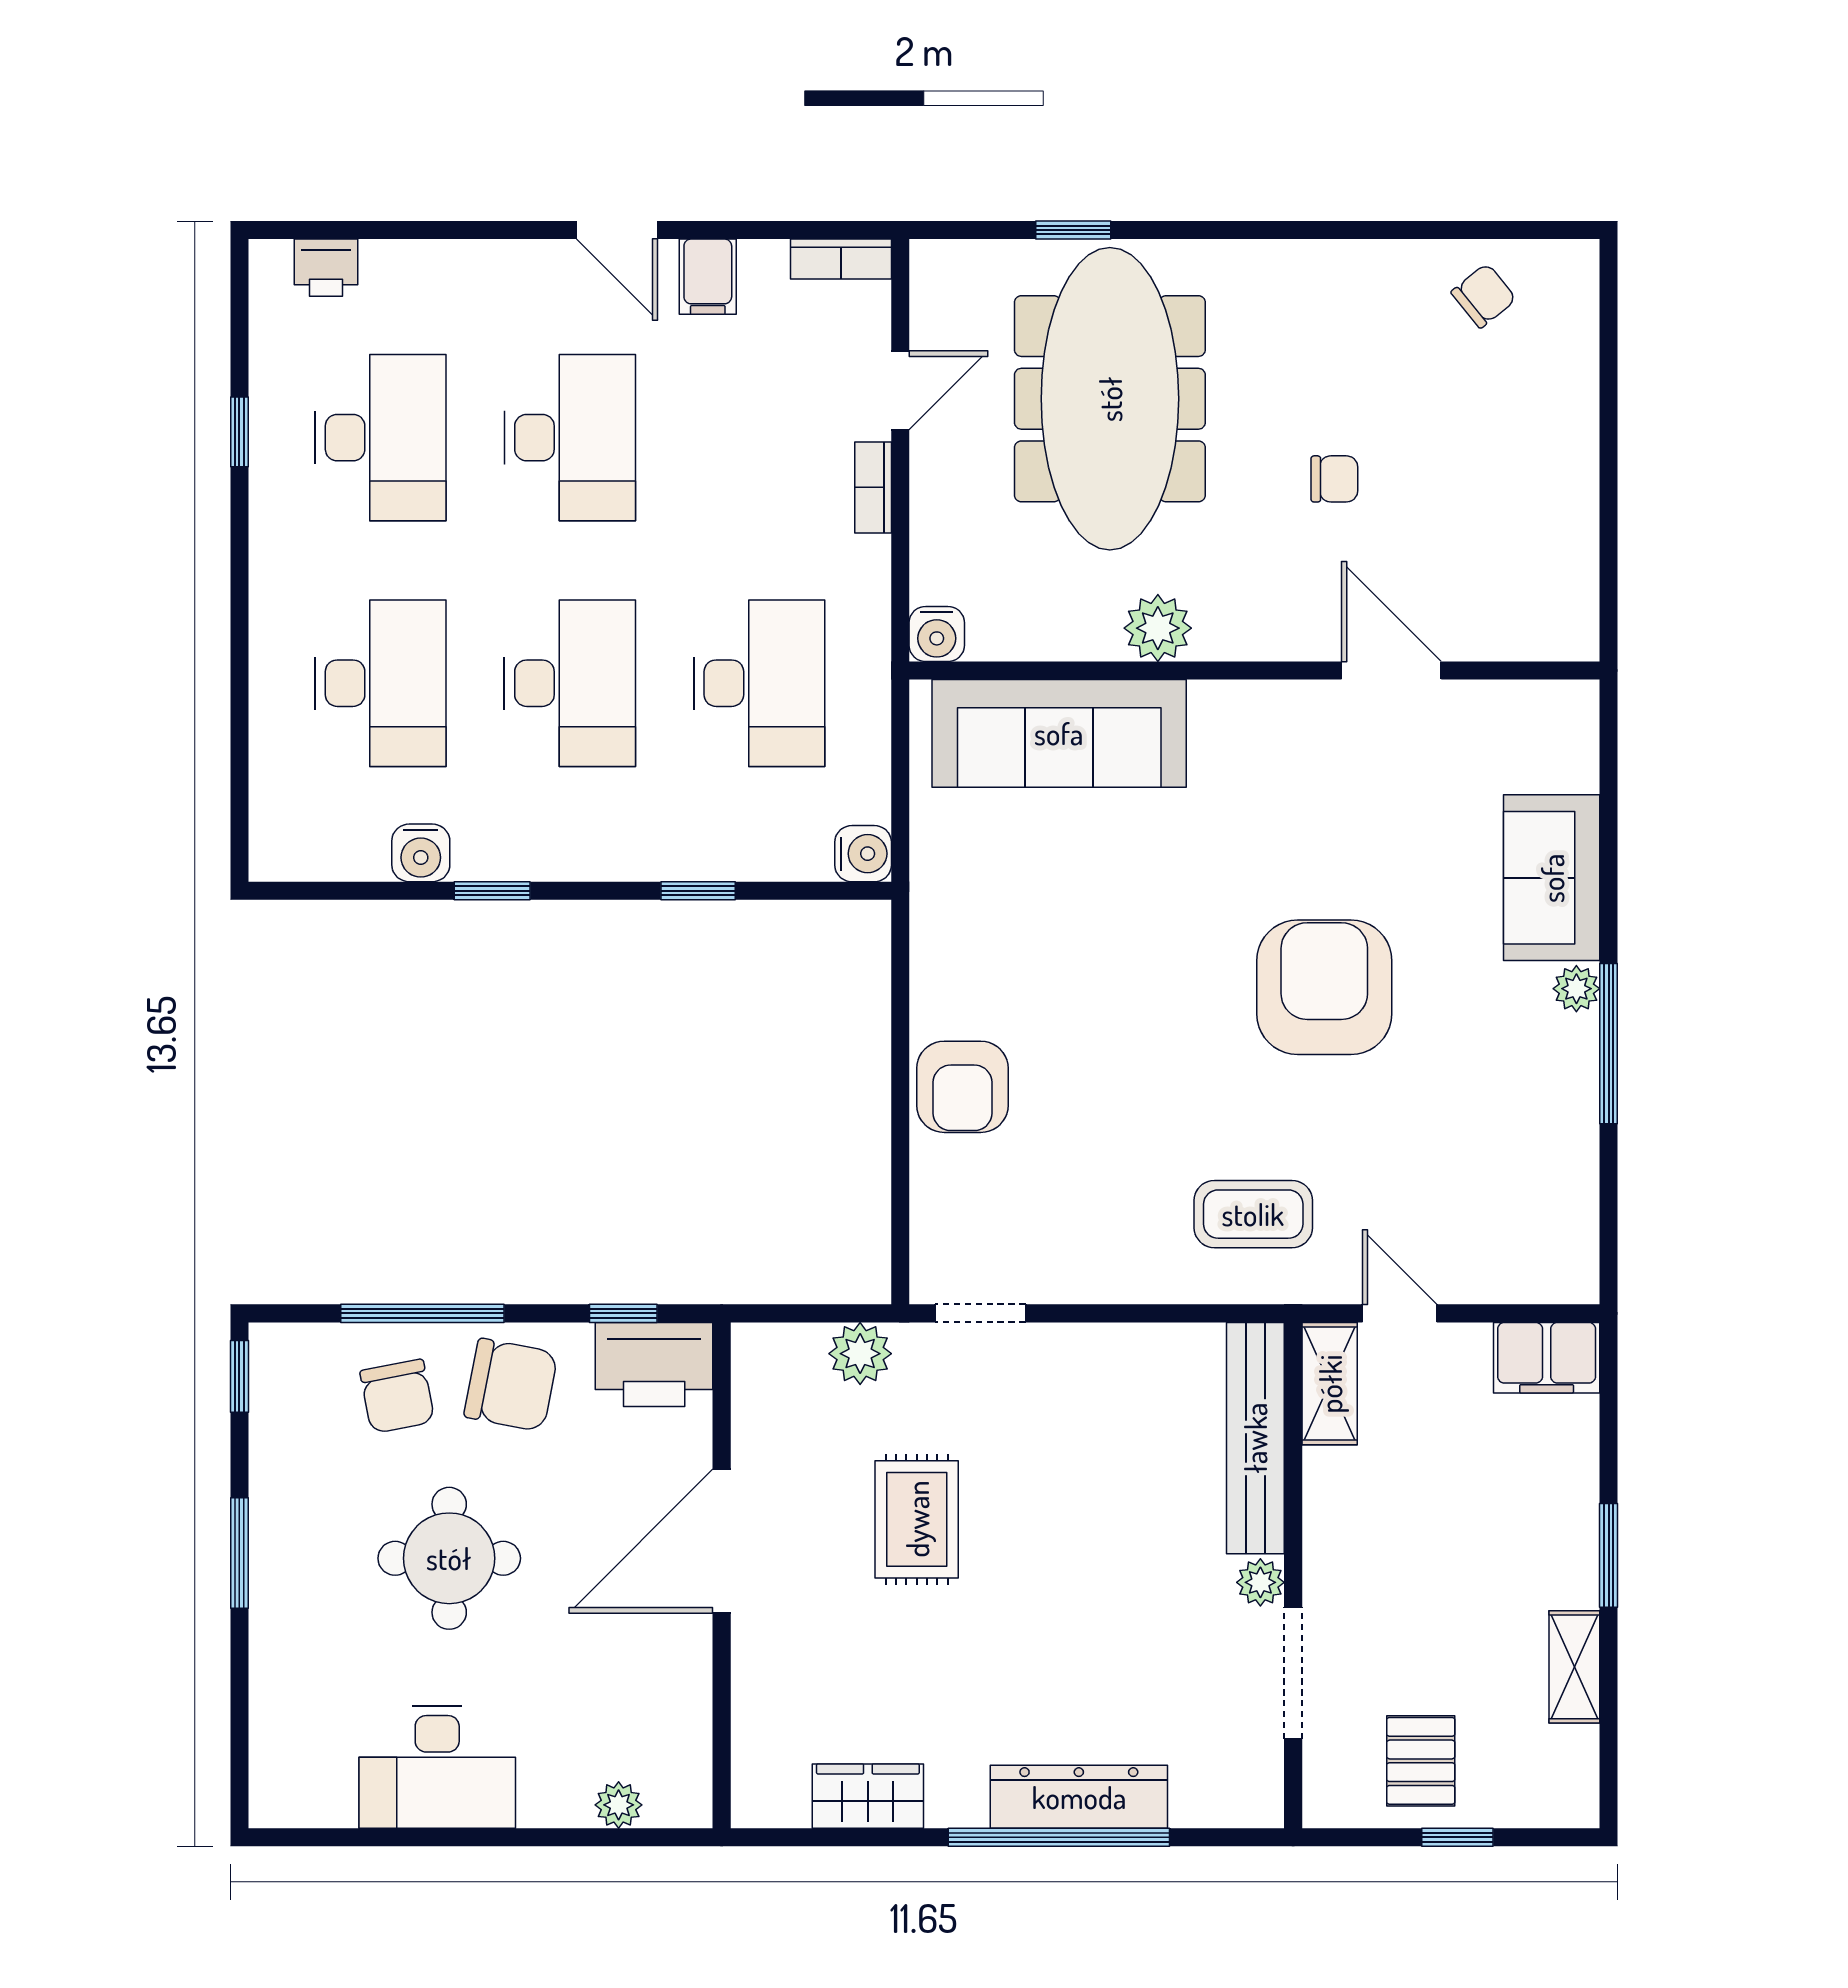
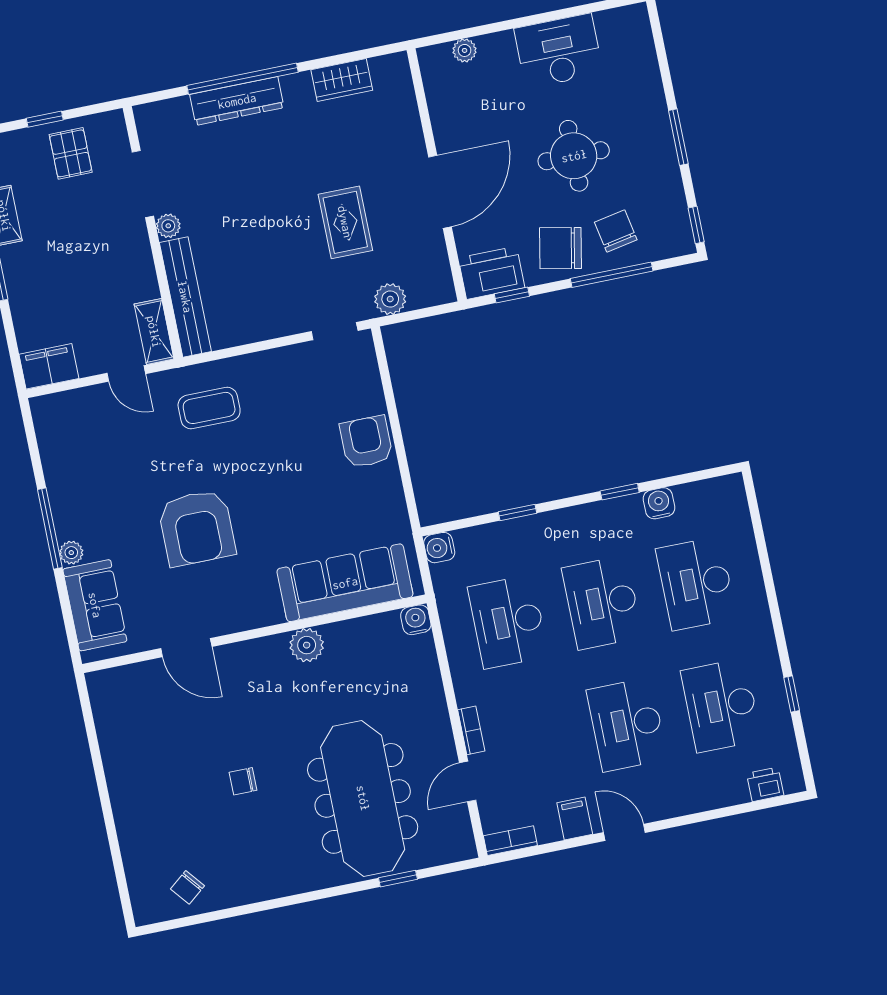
plant: (1158, 628) -> (307, 645), moved
water cooler: (937, 634) -> (416, 620), moved
wall: (1254, 671) -> (254, 634), moved
door: (1391, 671) -> (186, 648), moved
sofa: (1059, 733) -> (345, 583), moved

